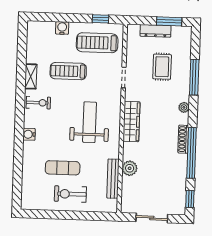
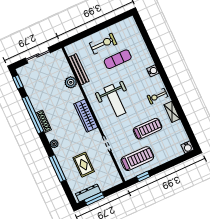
water cooler: (62, 28) -> (188, 147), moved
dresser: (156, 31) -> (88, 193), moved

